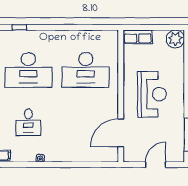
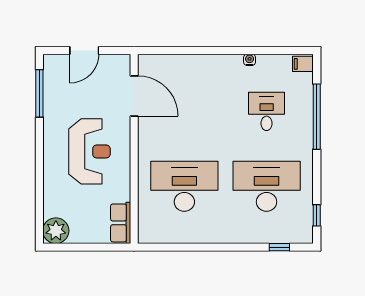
row of seats: (138, 37) -> (121, 223), moved, turned -90
reception desk: (152, 94) -> (89, 151), turned 180
door: (121, 133) -> (134, 96), hinge flipped

